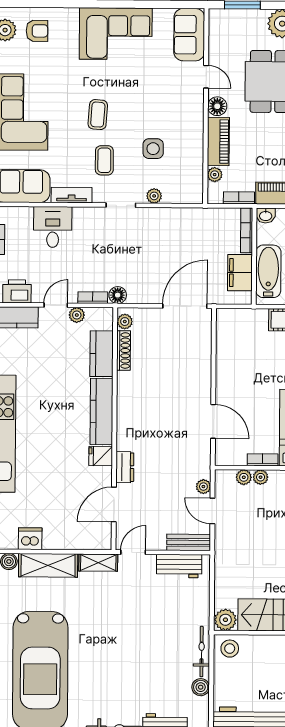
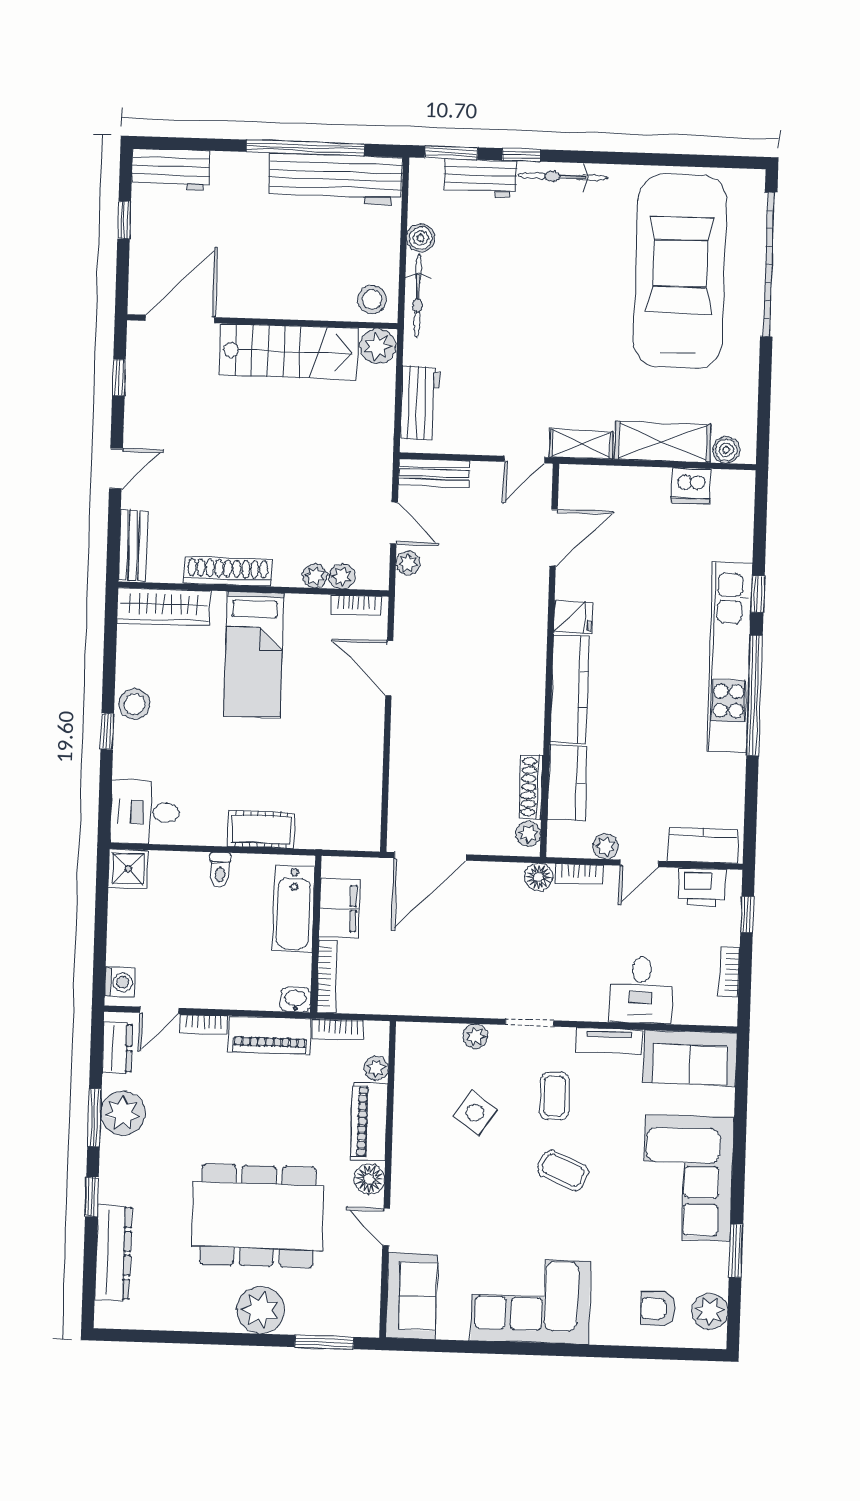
coffee table: (98, 115) -> (563, 1170), turned -70
side table: (153, 149) -> (475, 1113), turned 35
bookcase: (263, 460) -> (356, 605), moved
dresser: (125, 467) -> (534, 598), removed
workbench: (179, 566) -> (420, 403), moved, turned 90

